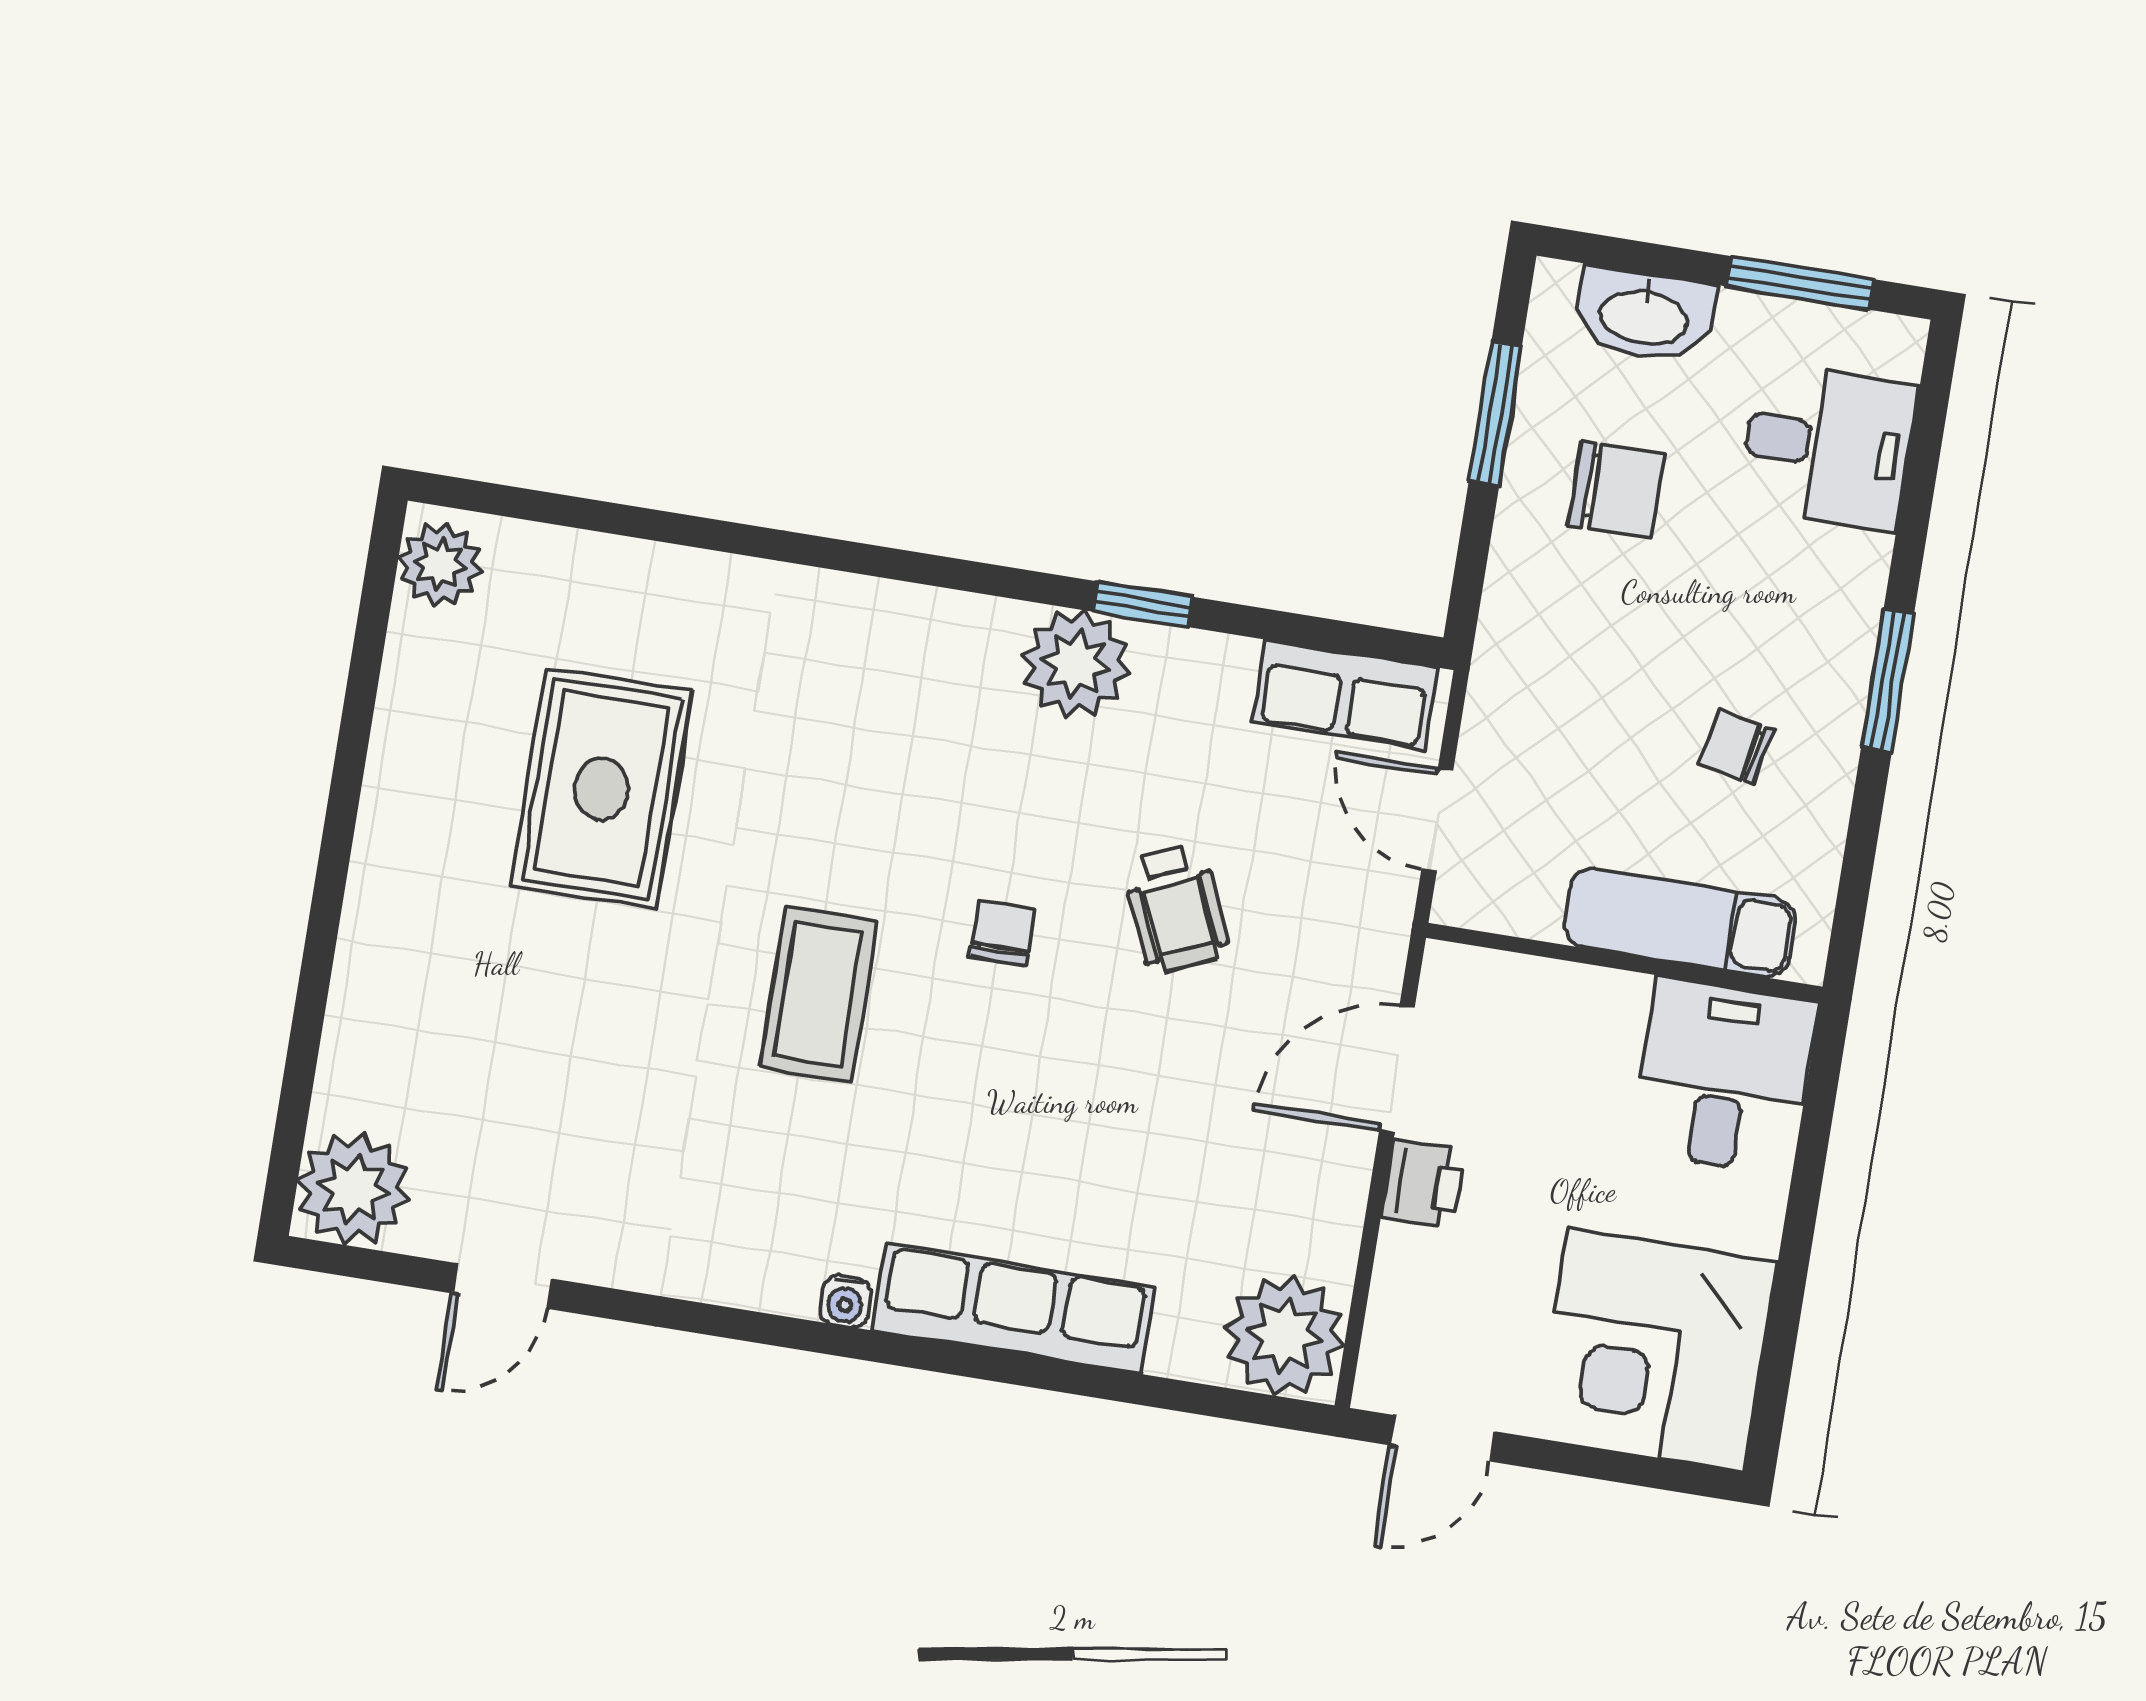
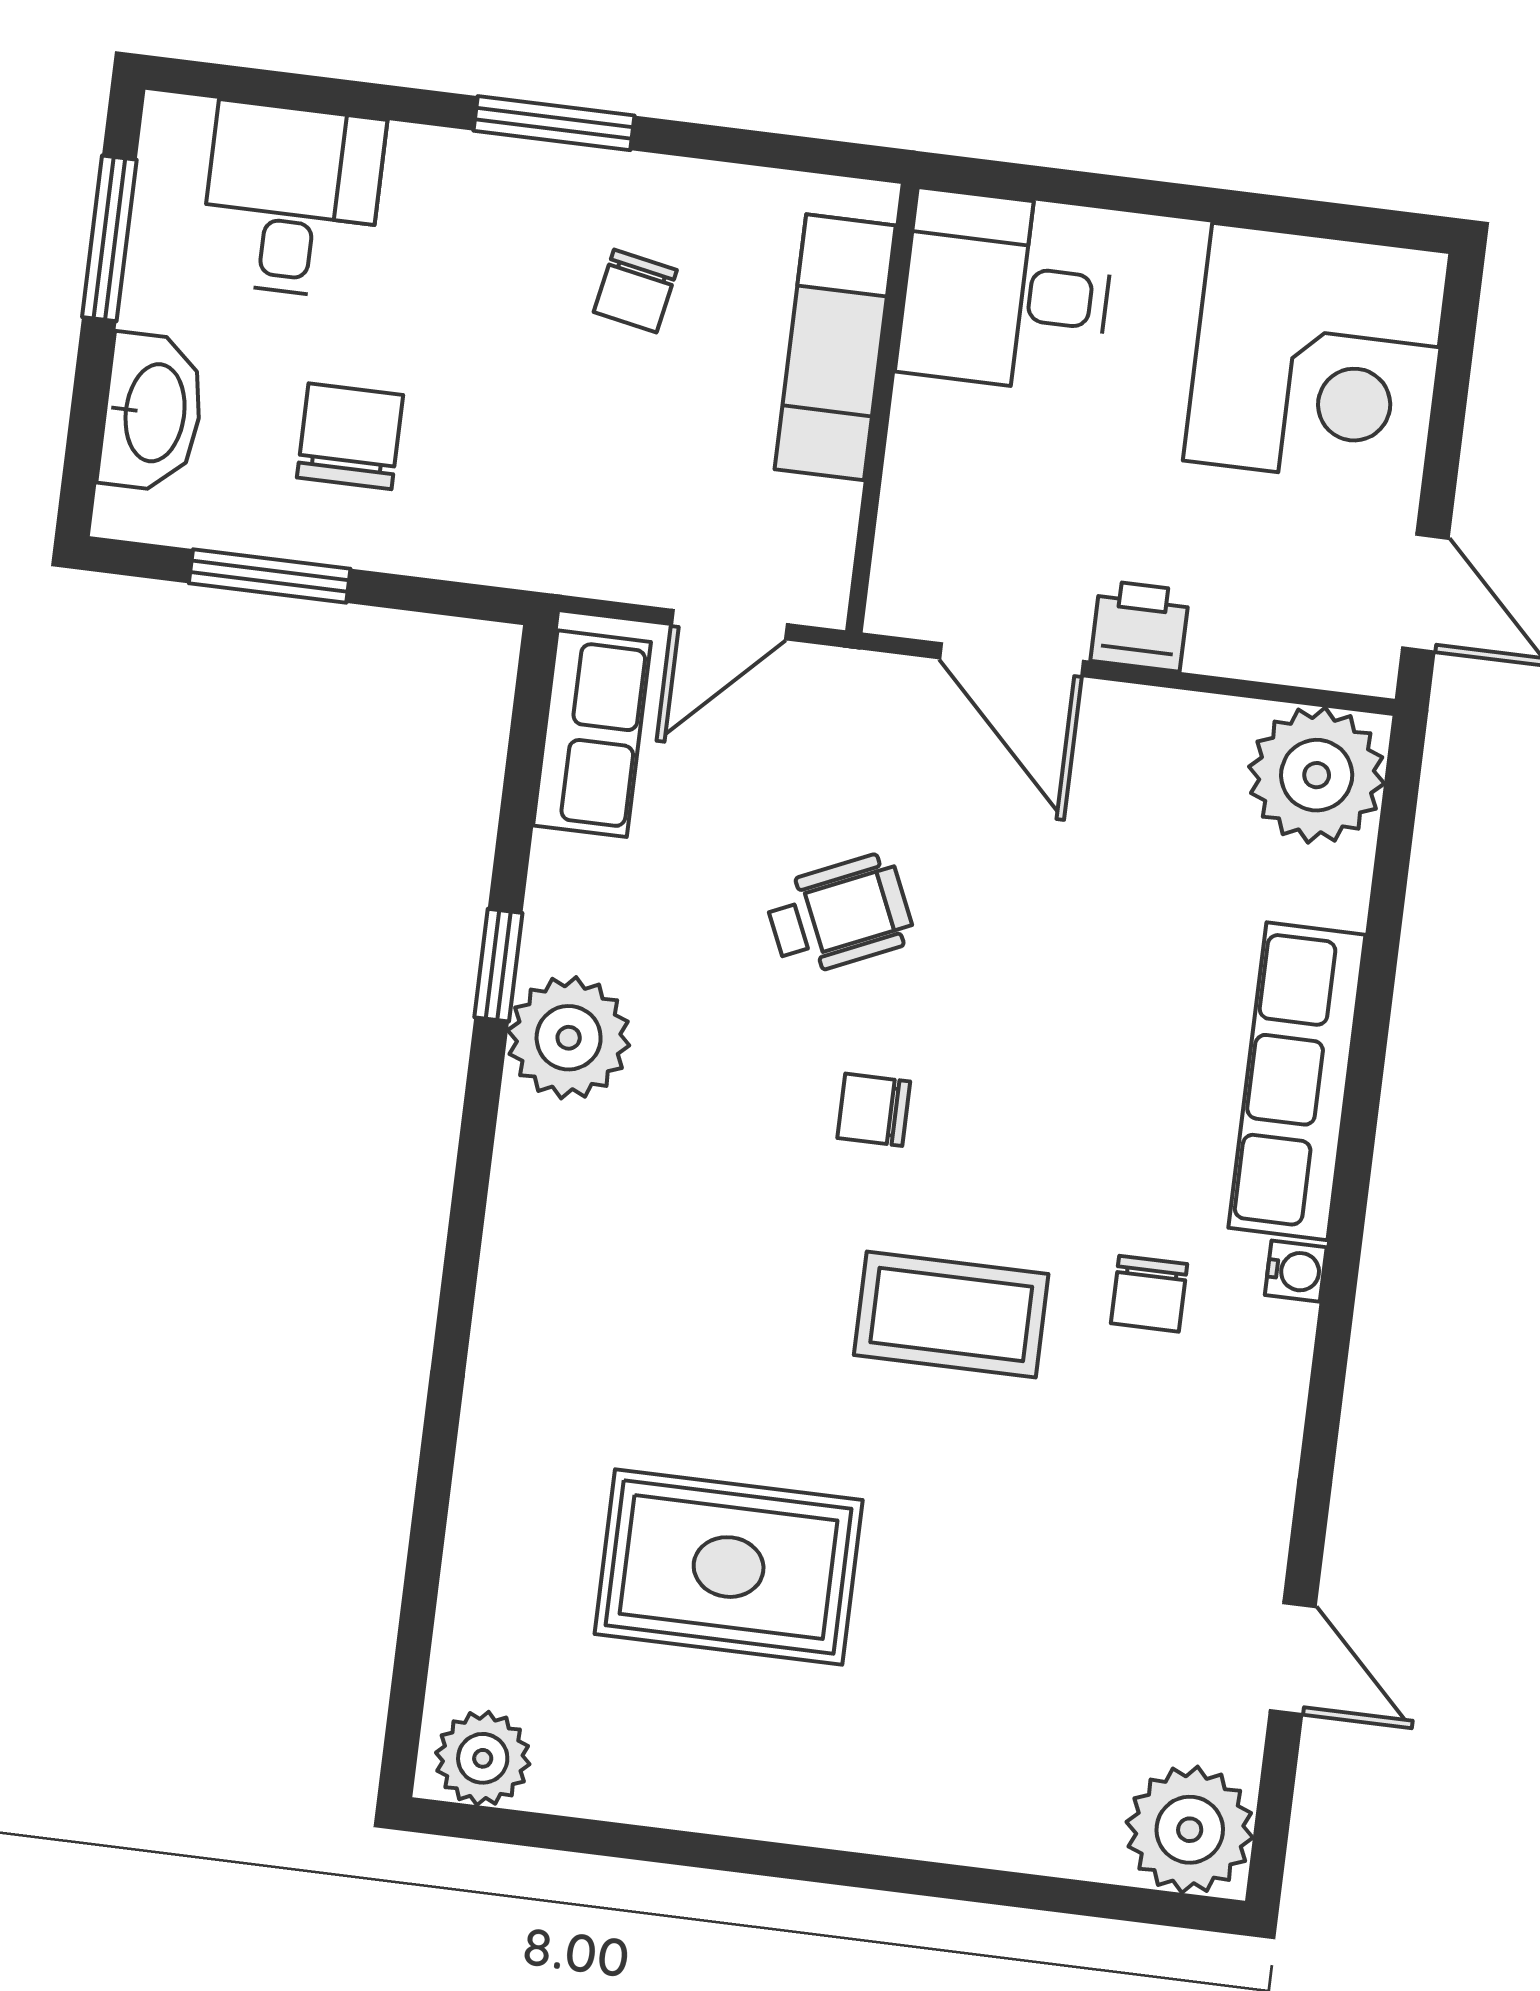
chair: (830, 1170) -> (1149, 1294), added

